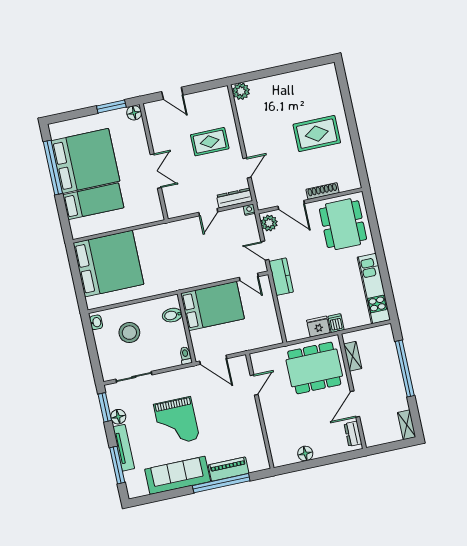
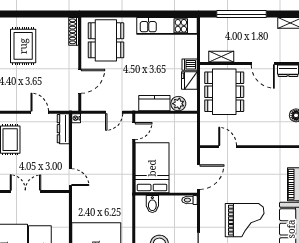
shoe rack: (323, 191) -> (74, 31), moved
door: (208, 212) -> (70, 177), moved
plant: (269, 223) -> (178, 104), moved
dining table: (343, 224) -> (106, 40), turned 90
kitchen counter: (281, 277) -> (154, 103), moved

